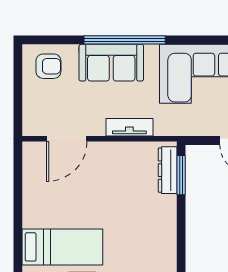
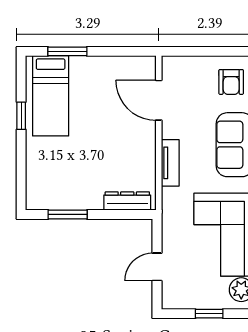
window: (181, 175) -> (68, 214), moved
window: (18, 230) -> (67, 51), added

